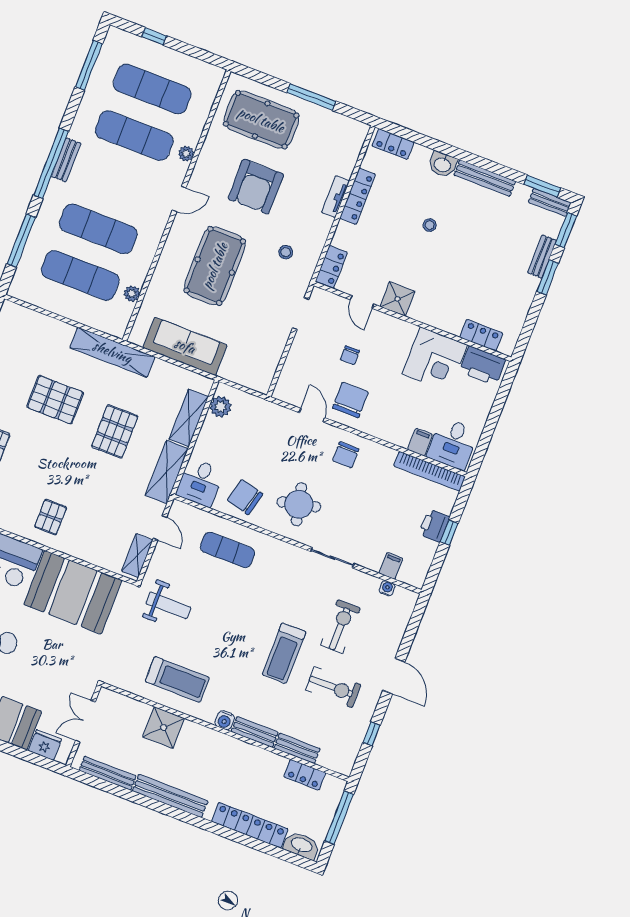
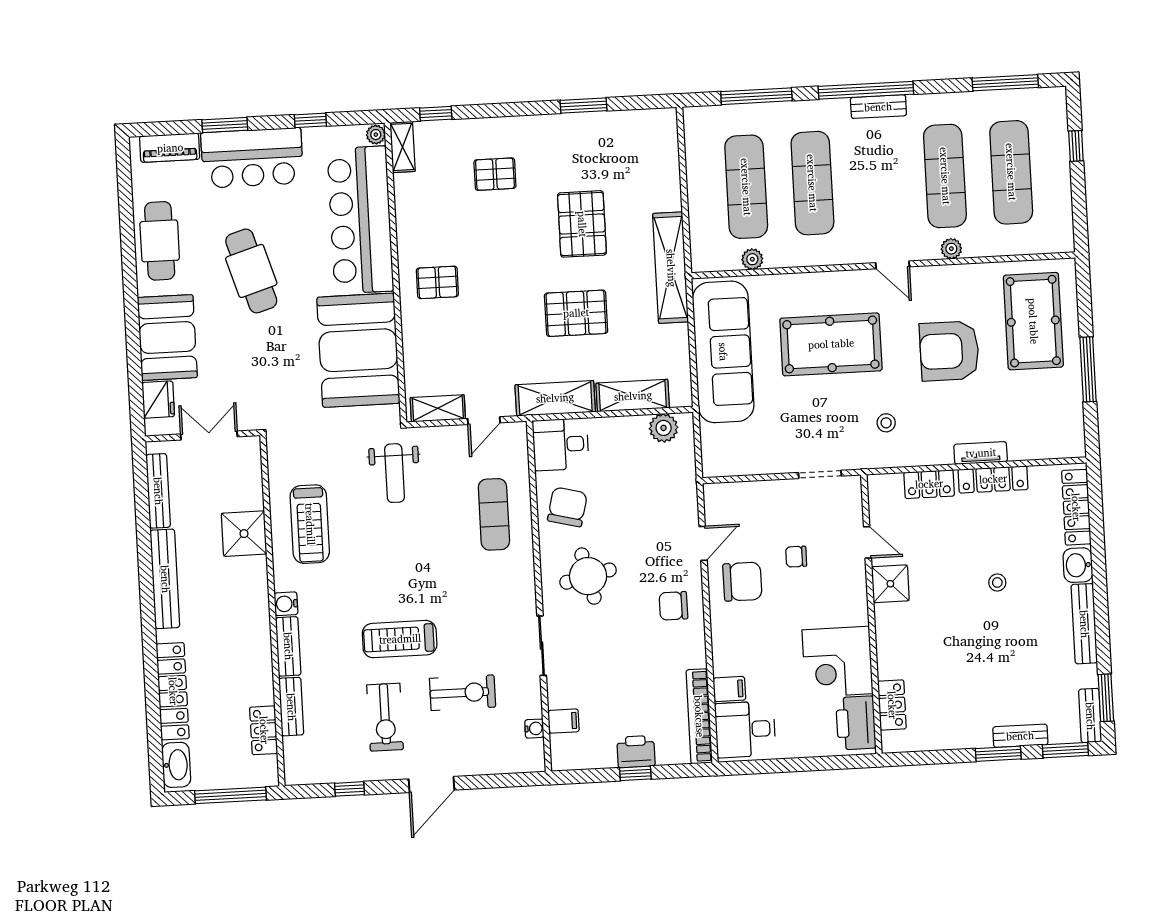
locker: (393, 144) -> (1076, 507), width x1.53
locker: (331, 267) -> (929, 484), moved
door: (362, 302) -> (867, 542), swing flipped
sofa: (185, 346) -> (723, 352), width x1.36, depth x1.27

